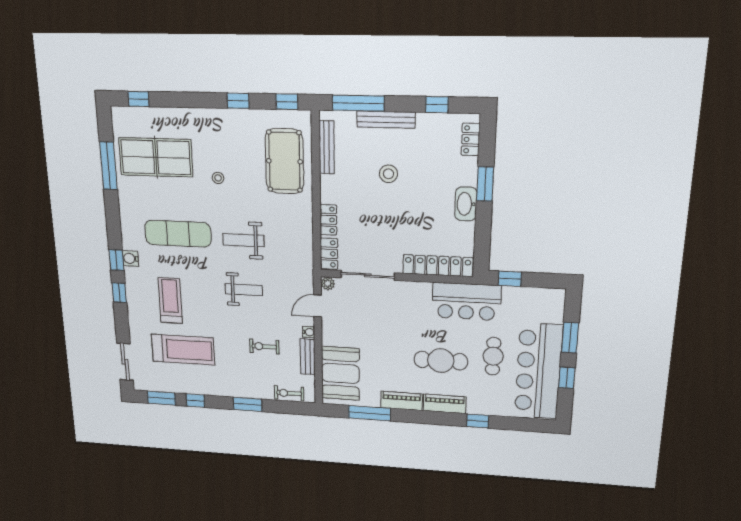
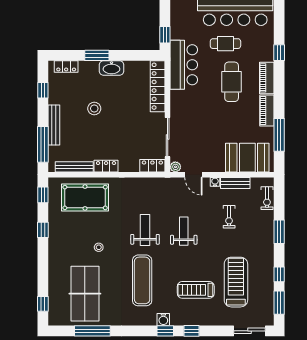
stool: (388, 174) -> (94, 109), moved
locker: (328, 220) -> (106, 166), moved
weight bench: (243, 240) -> (145, 230), turned 180

